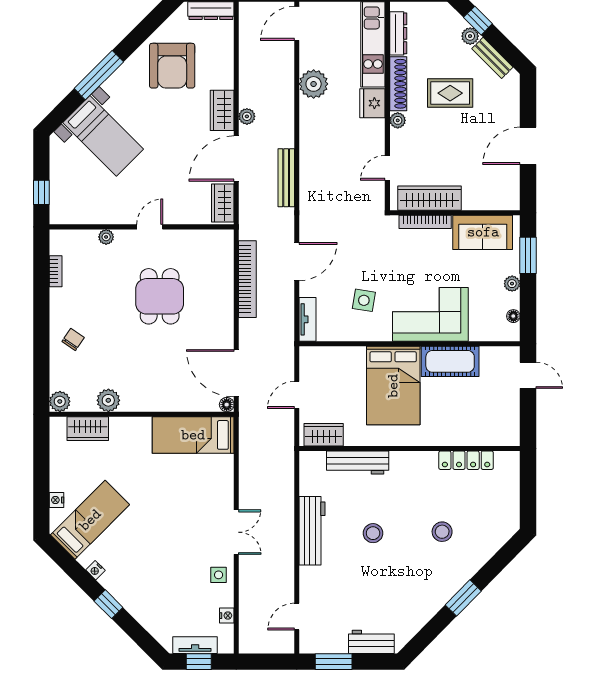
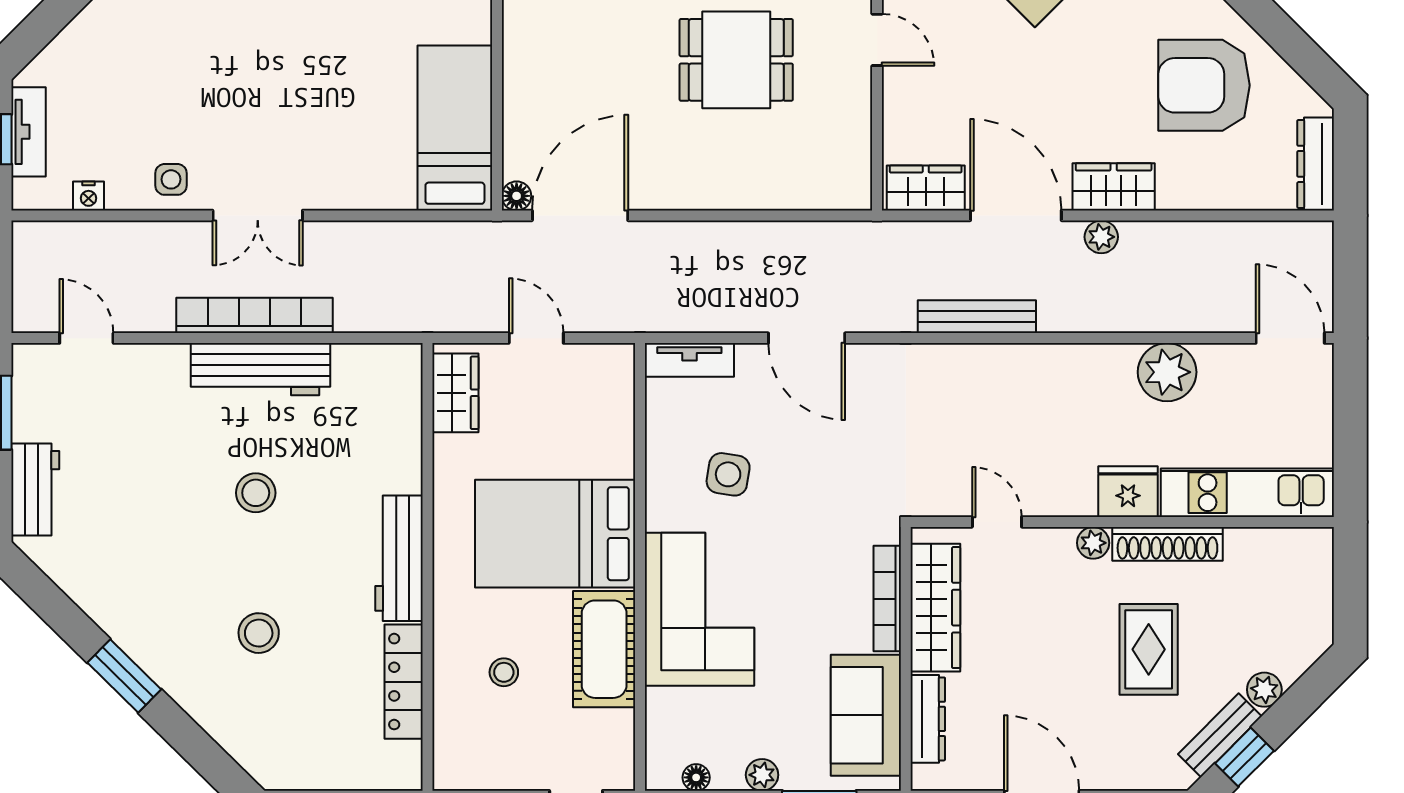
window: (478, 21) -> (1244, 757), moved
dresser: (398, 33) -> (928, 719), moved, turned -90
bookcase: (247, 279) -> (254, 315), moved, turned 180
stool: (461, 411) -> (504, 672), added
workbench: (358, 463) -> (399, 558), moved

